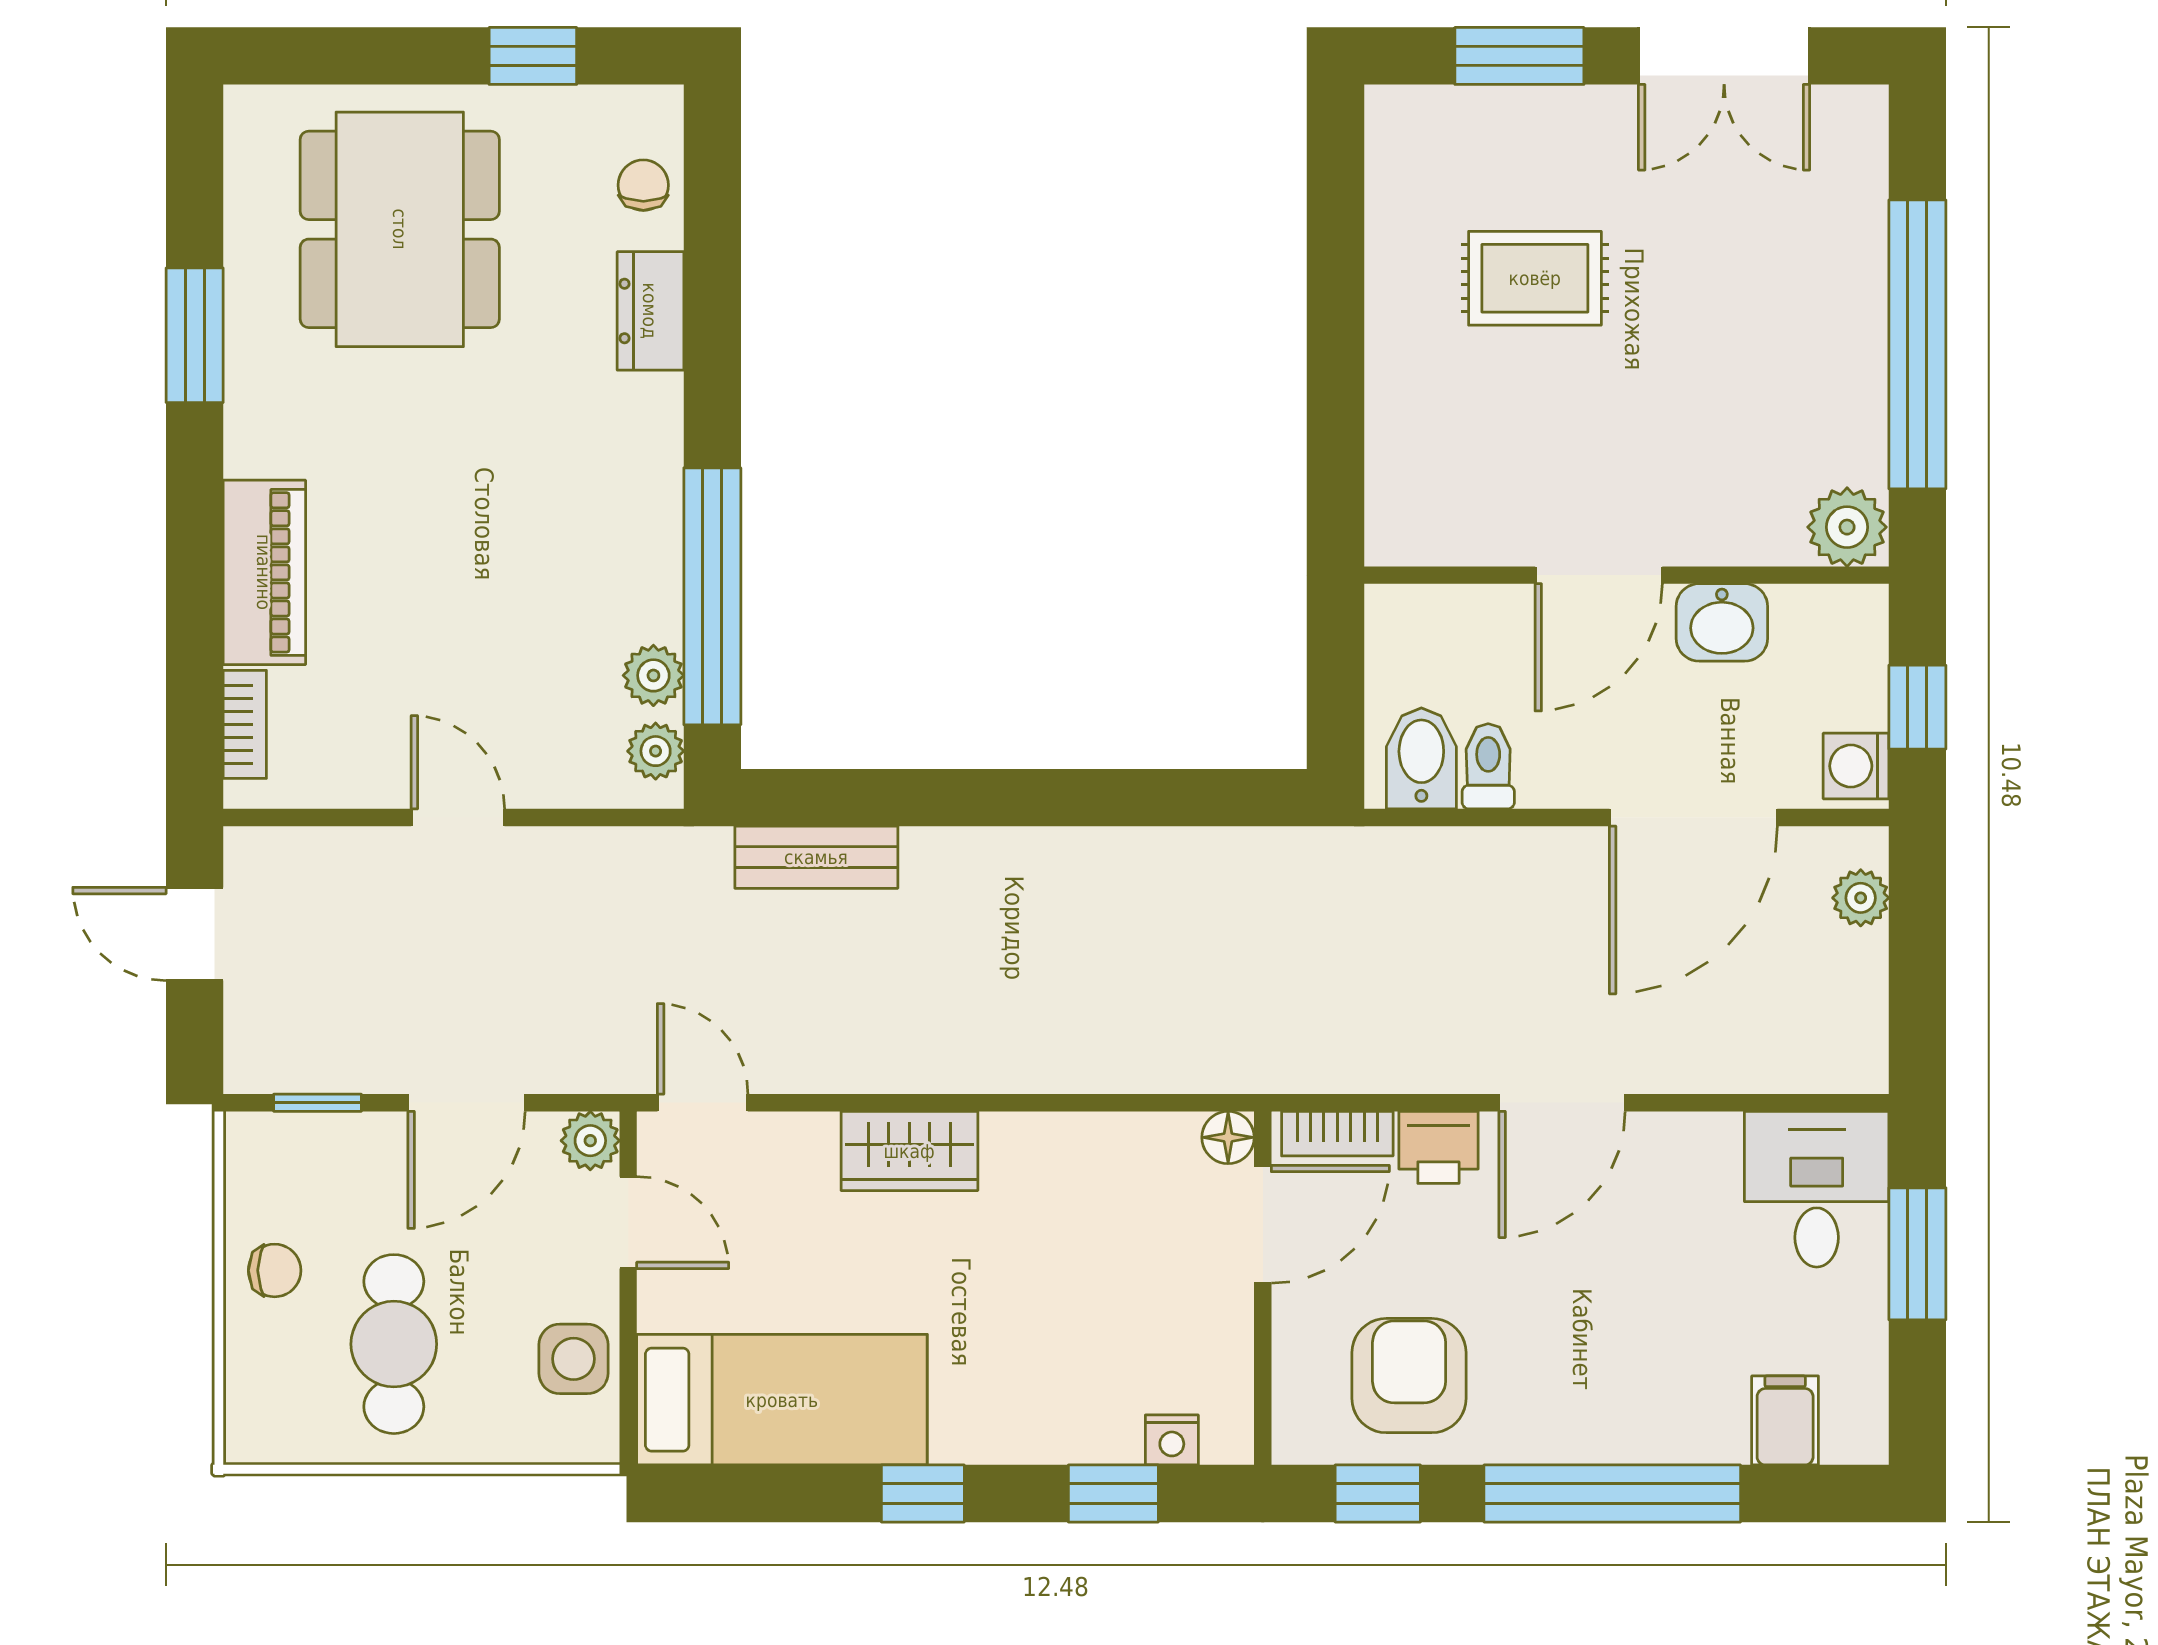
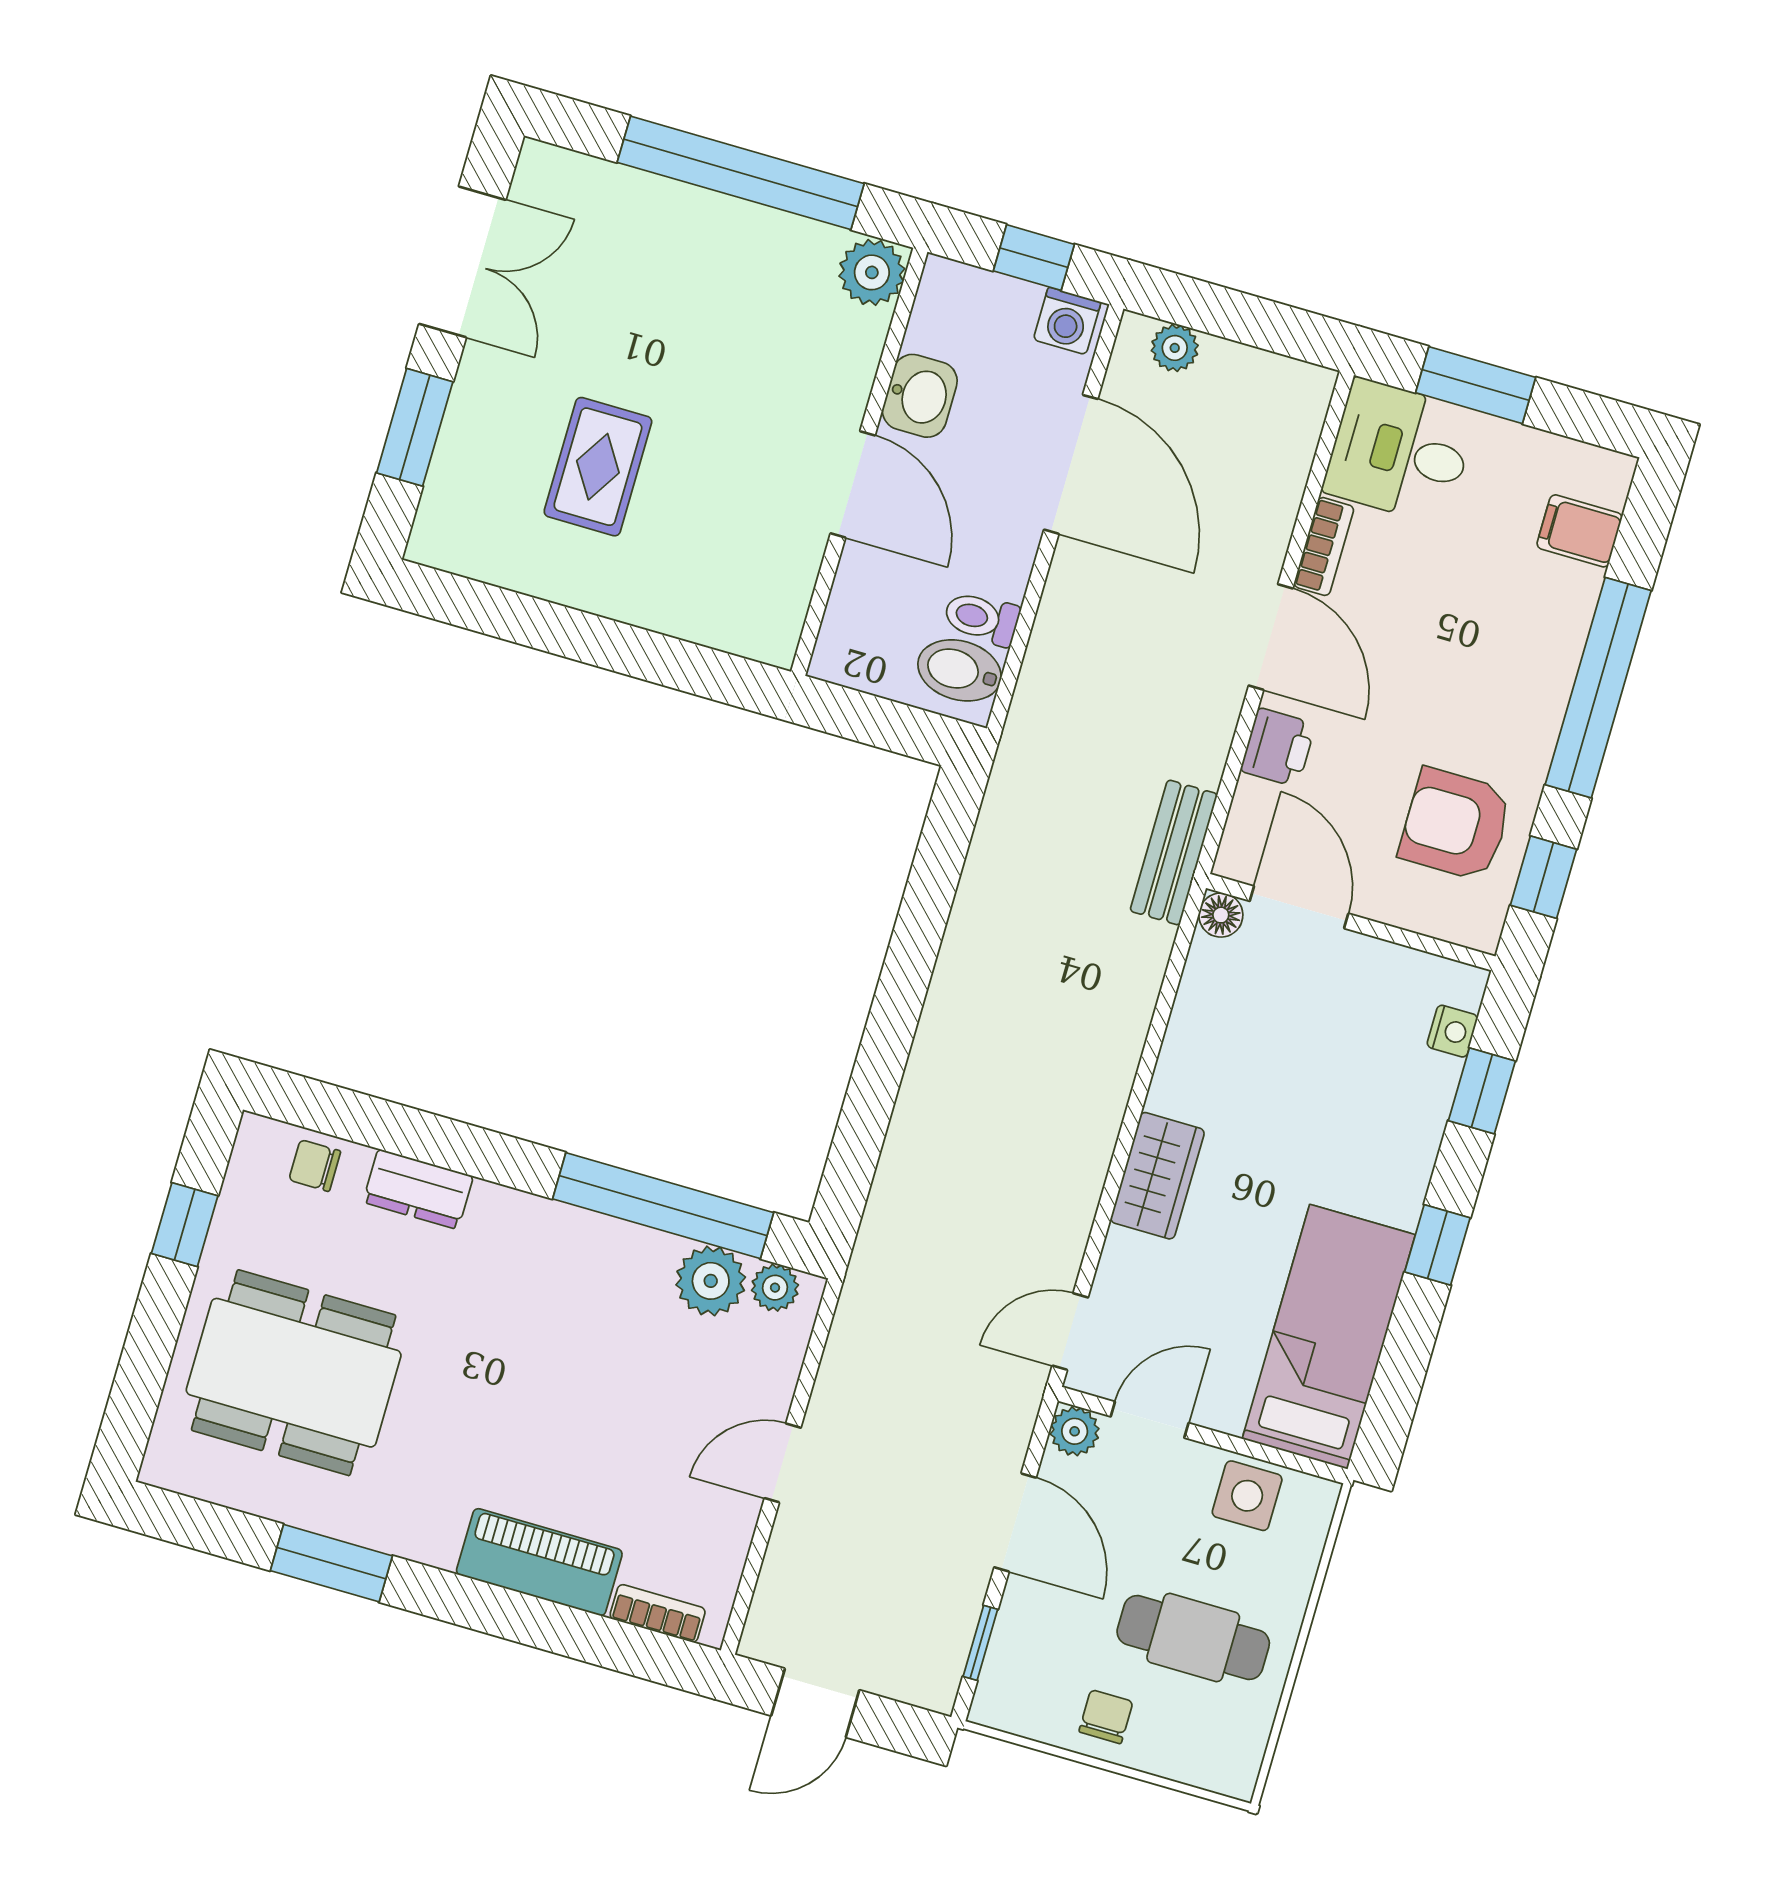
plant: (653, 675) -> (711, 1281), width x1.38, depth x1.38
bench: (816, 857) -> (1174, 852), moved
bookcase: (1337, 1134) -> (1324, 547), moved

